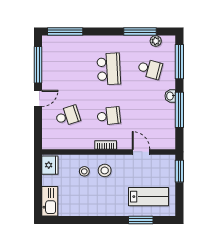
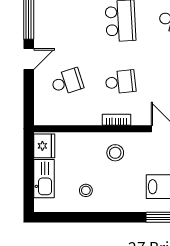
stool: (84, 171) -> (86, 190), moved
kitchen sink: (50, 201) -> (44, 179), moved

